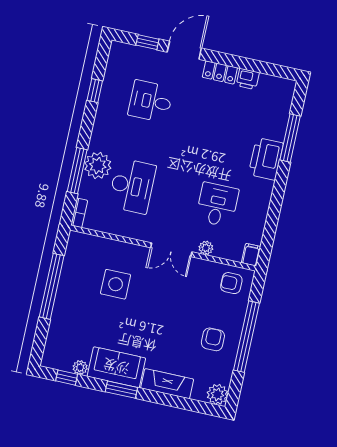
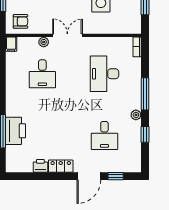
desk: (151, 101) -> (104, 135), turned 90
printer: (266, 159) -> (16, 131), moved
plant: (98, 166) -> (136, 115), moved, width x0.53, depth x0.53
window: (77, 171) -> (145, 94), moved

